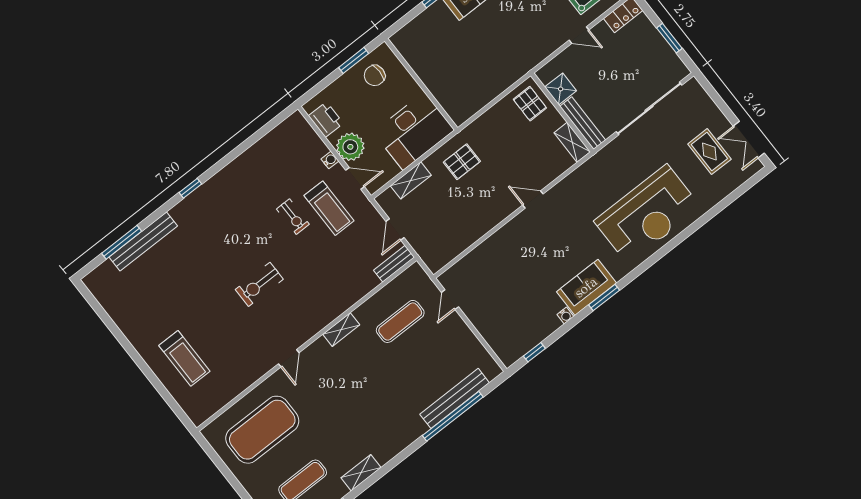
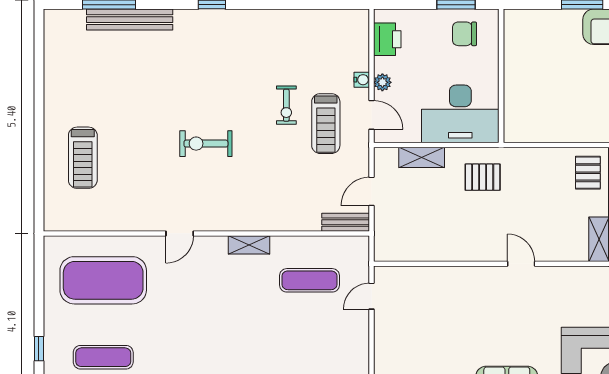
plant: (350, 147) -> (382, 82), width x0.53, depth x0.53

